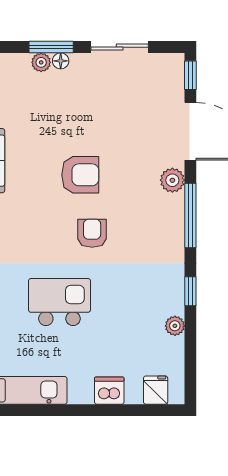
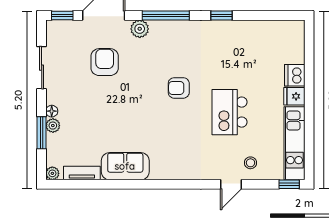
window: (51, 47) -> (42, 133), moved
armchair: (80, 175) -> (105, 62), moved
plant: (175, 326) -> (247, 27), removed
fridge: (156, 390) -> (294, 96), moved

